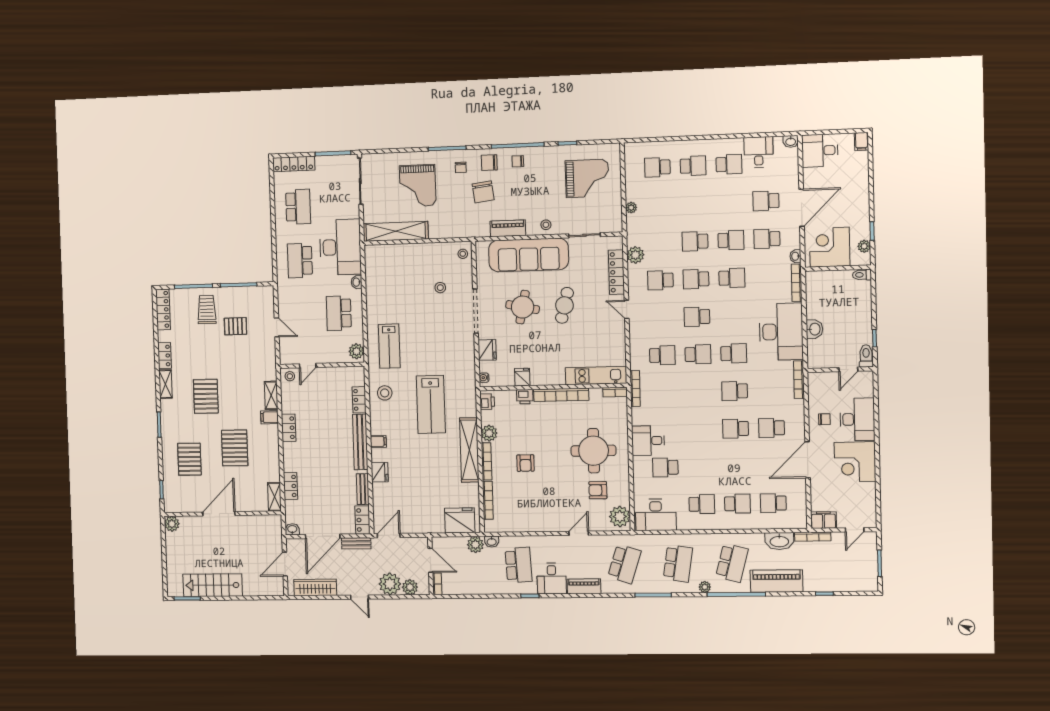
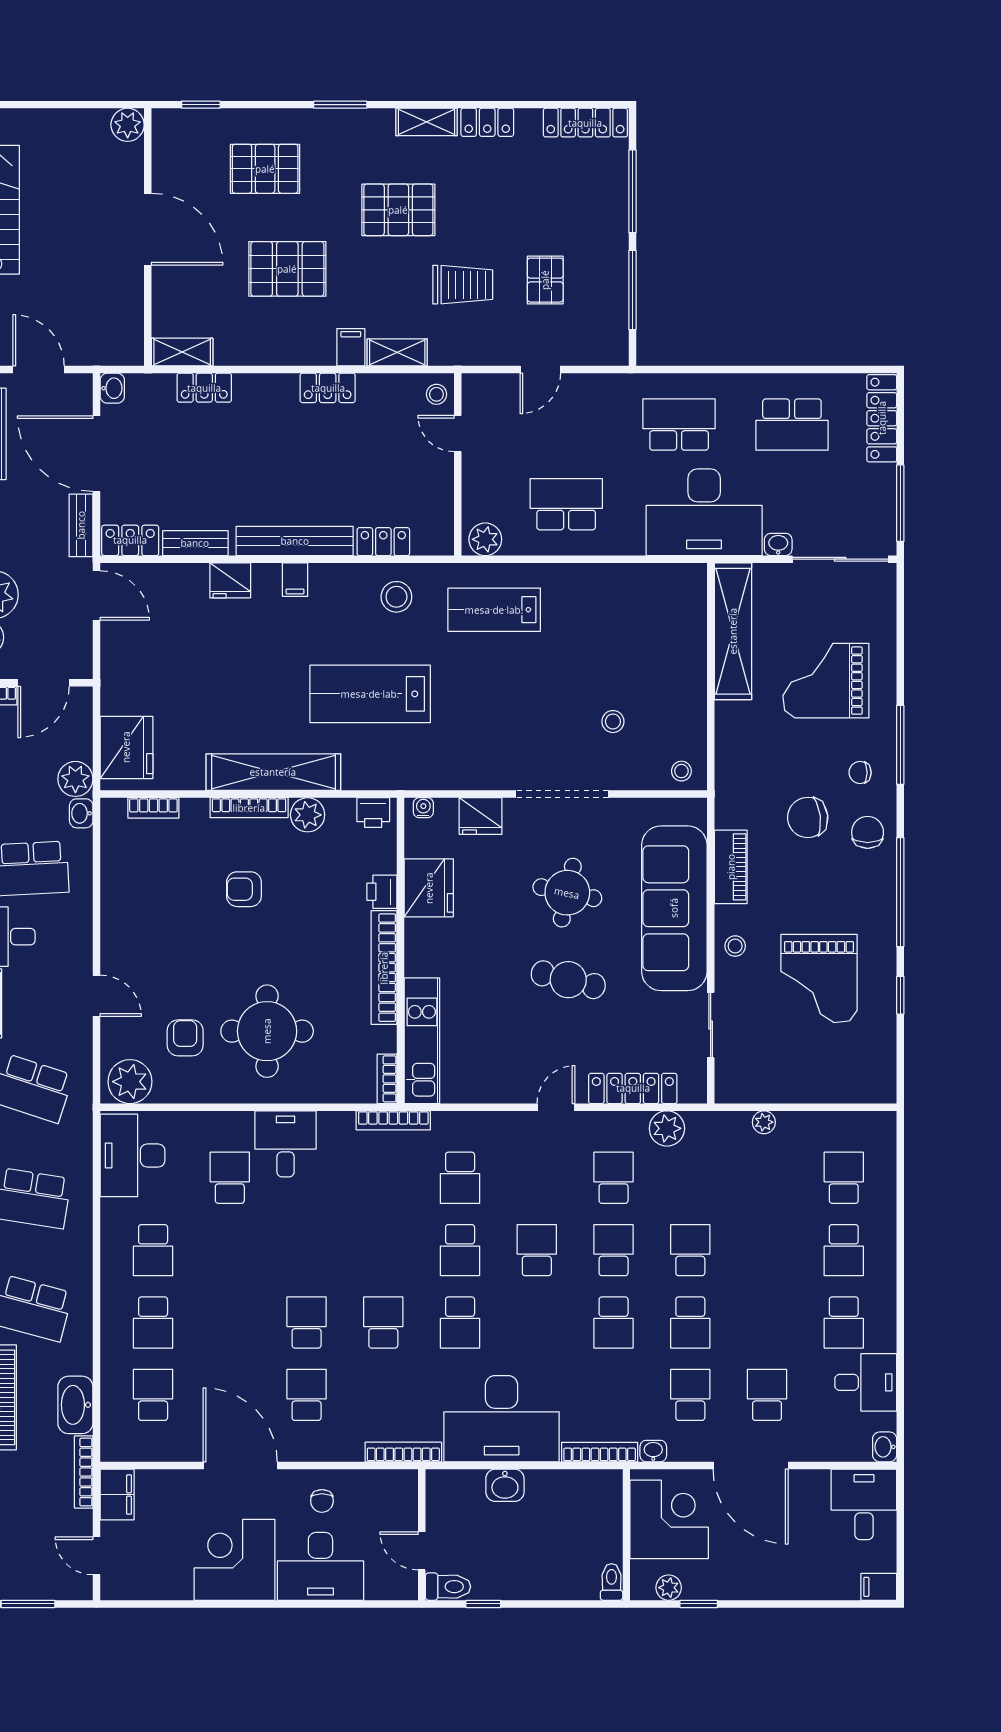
chair: (518, 161) -> (868, 892), removed
grand piano: (587, 178) -> (819, 979), moved
washbasin: (357, 282) -> (778, 544), moved
trolley: (207, 310) -> (463, 285), moved
fridge: (522, 377) -> (429, 888), width x1.88, depth x1.34
bookcase: (488, 500) -> (153, 808), width x0.64

